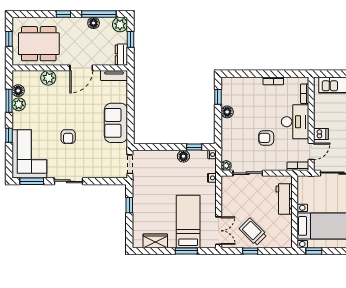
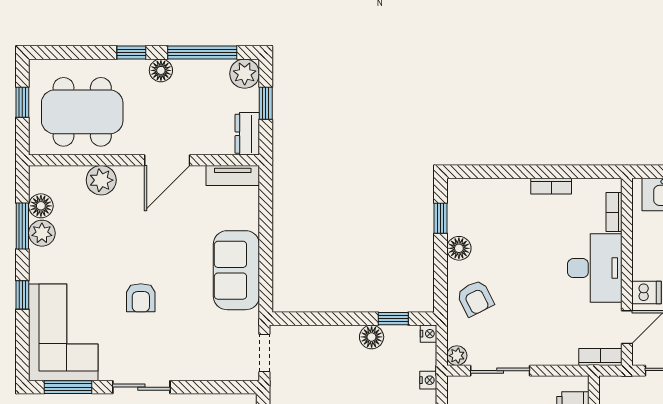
floor lamp: (94, 23) -> (161, 70), moved
armchair: (266, 138) -> (475, 298), moved, turned -117

